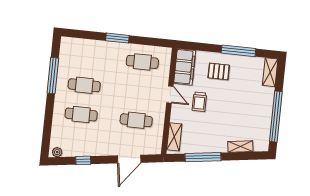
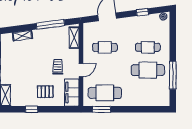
window: (117, 38) -> (101, 109), moved
window: (238, 51) -> (32, 109), width x0.46
cafe table: (142, 62) -> (105, 93), width x1.37, depth x1.35
cafe table: (84, 85) -> (148, 70), width x1.37, depth x1.35
door: (170, 94) -> (81, 70), swing flipped

